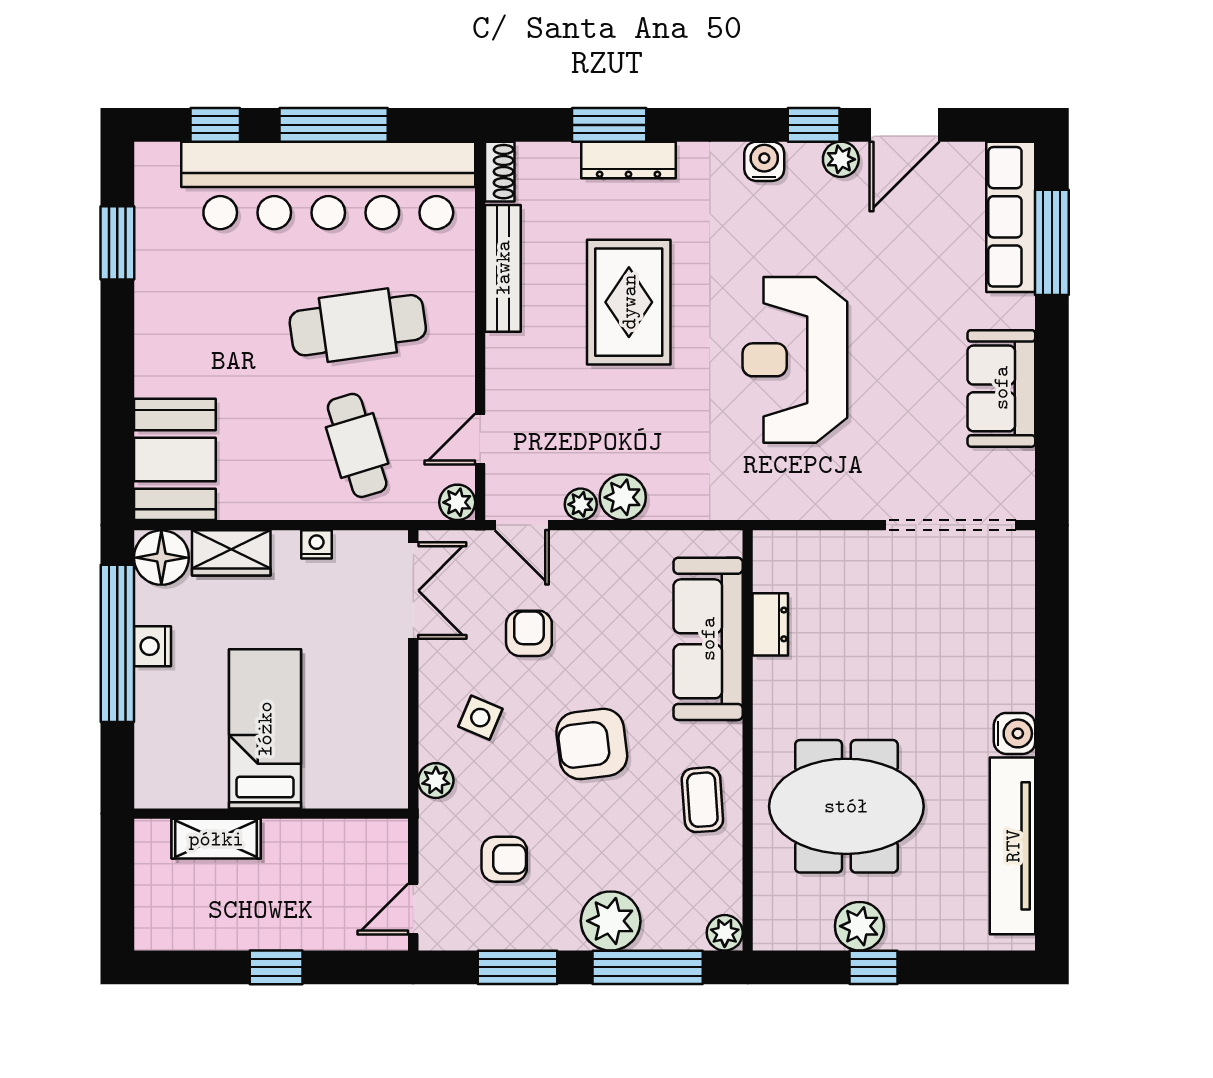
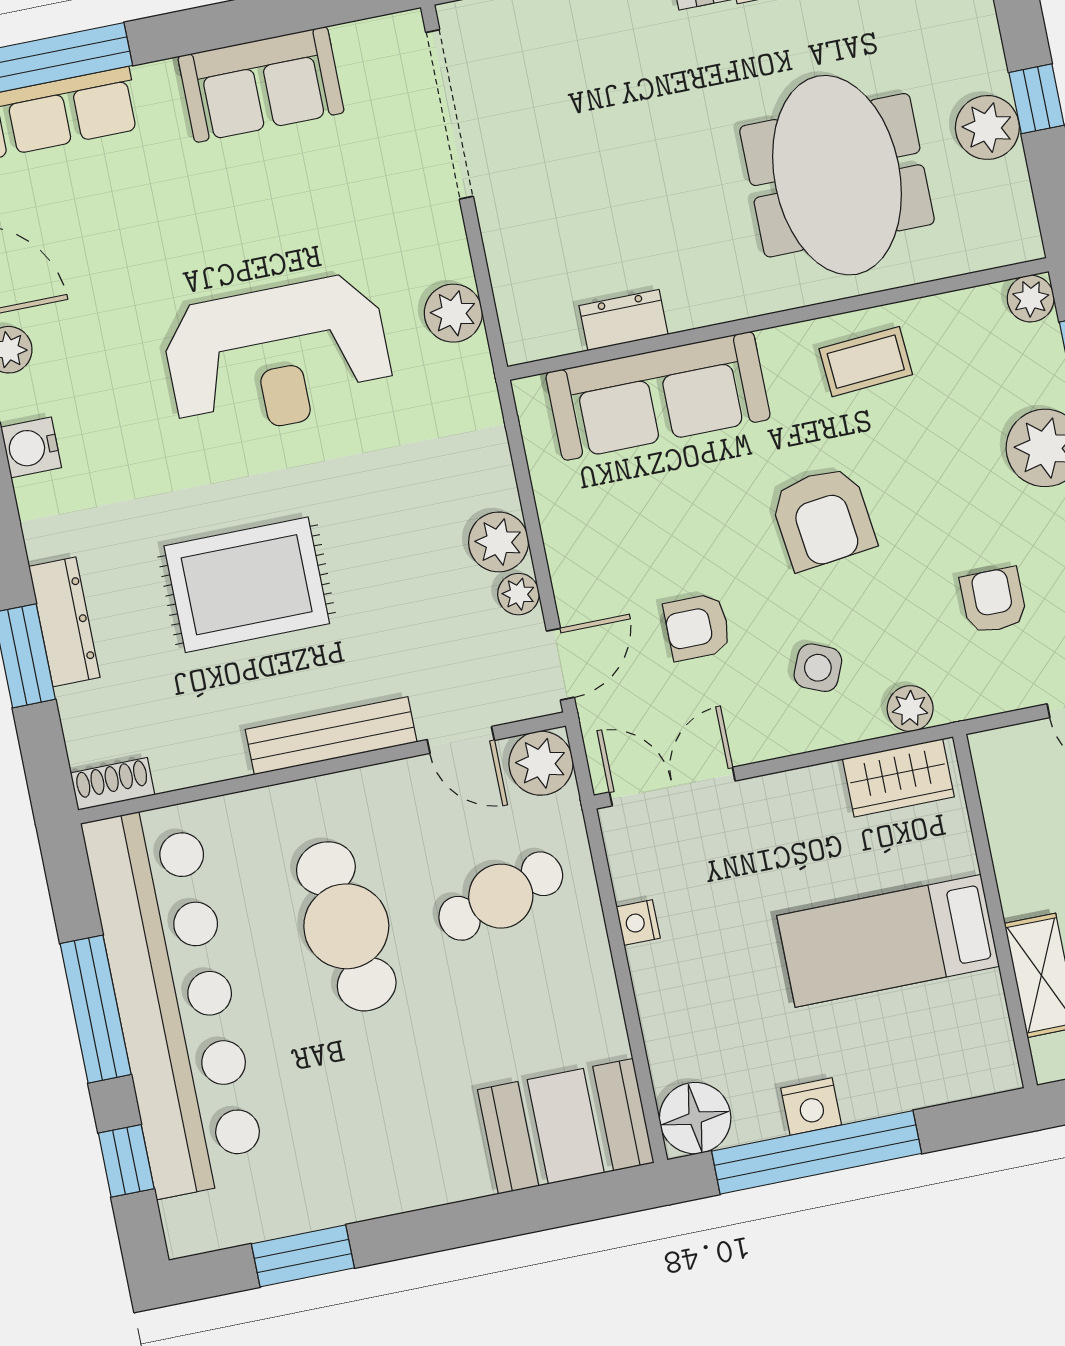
bench: (503, 268) -> (331, 736), moved
plant: (801, 498) -> (453, 313), added
plant: (457, 502) -> (541, 763), width x1.38, depth x1.38
wardrobe: (231, 553) -> (898, 778), moved, turned 90

